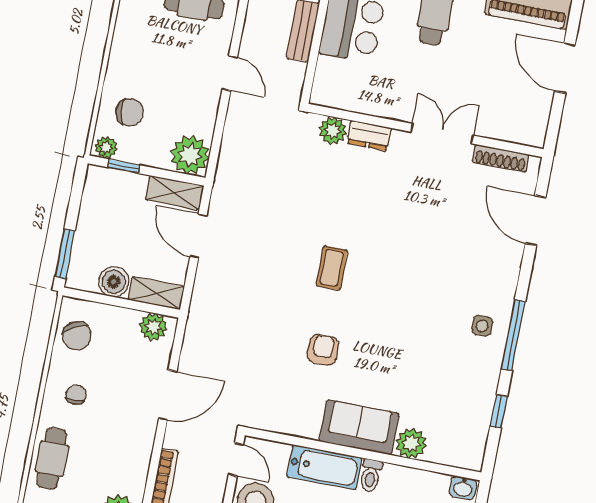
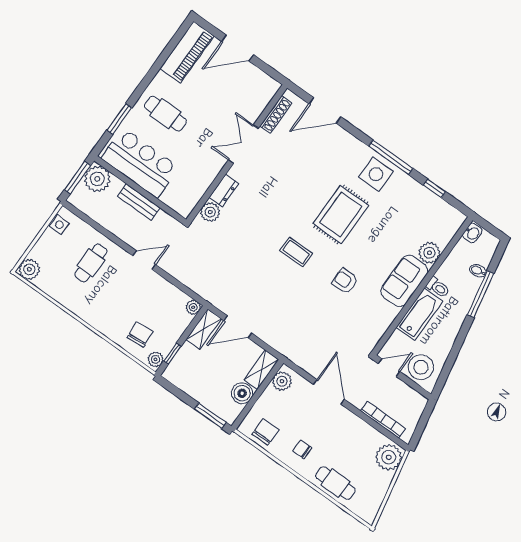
plant: (190, 155) -> (193, 307), width x0.53, depth x0.53
rug: (408, 304) -> (341, 214), added
side table: (482, 326) -> (376, 174), width x1.87, depth x1.87
chair: (77, 336) -> (266, 432), turned -62

